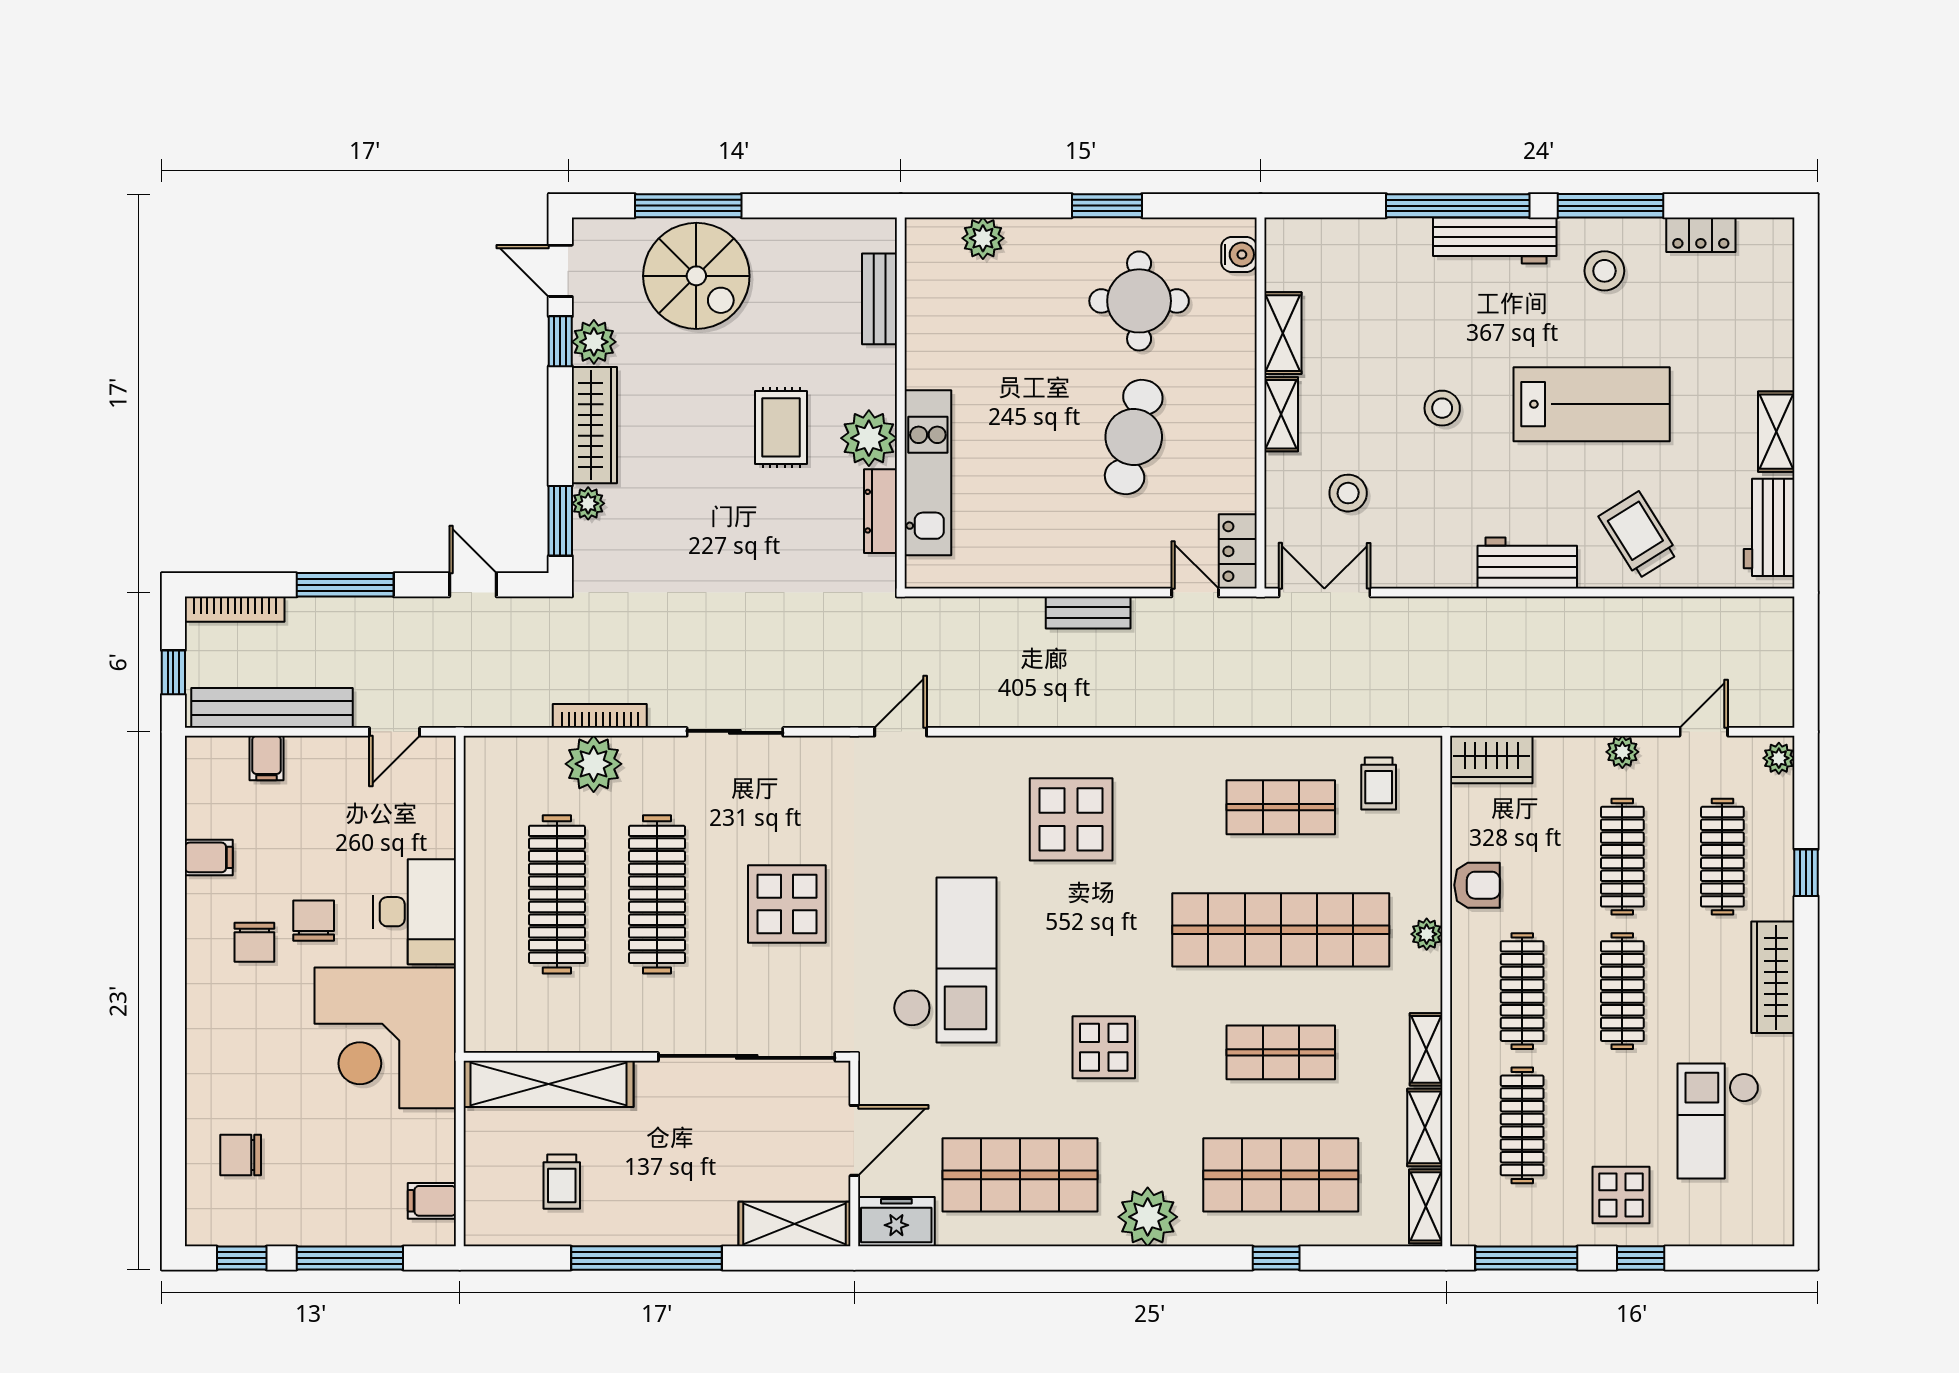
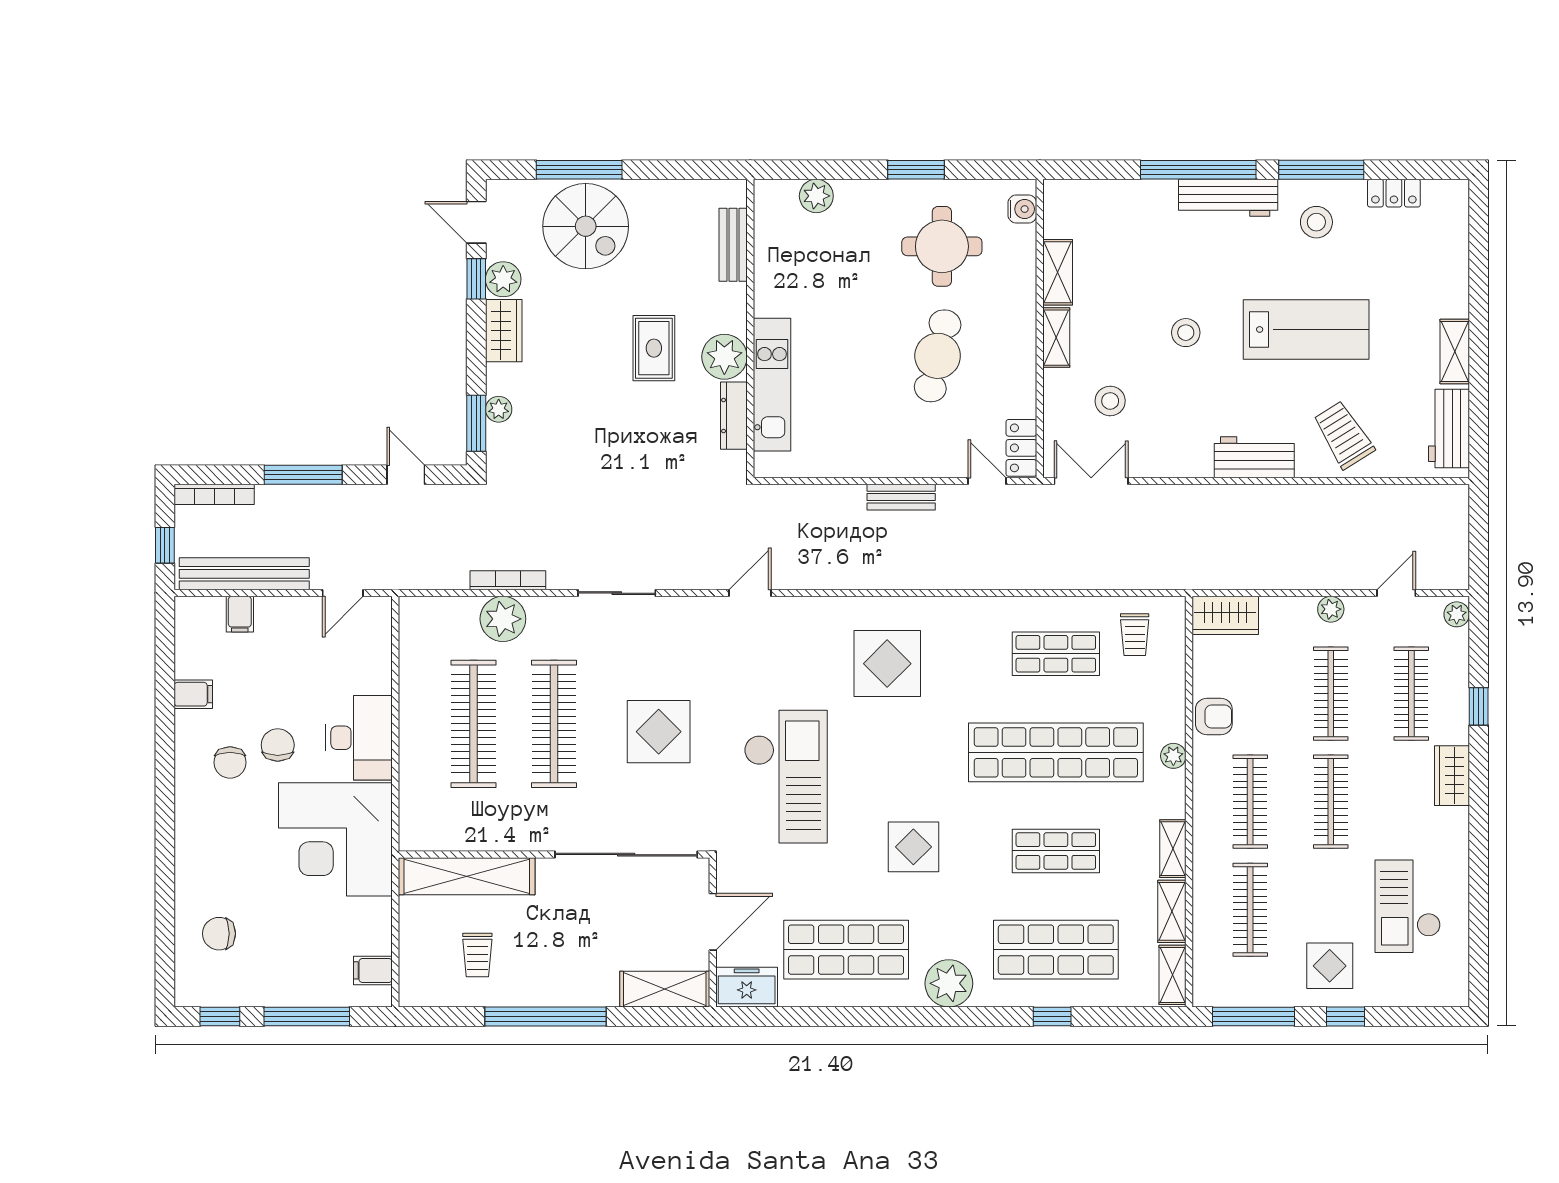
wardrobe: (594, 425) -> (504, 331), width x0.67
wardrobe: (1773, 977) -> (1452, 776), width x0.67

